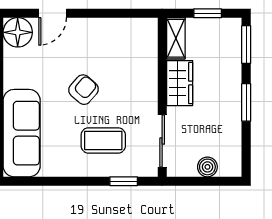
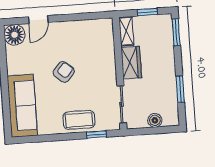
window: (246, 102) -> (180, 89), moved
coffee table: (103, 140) -> (79, 120), moved

